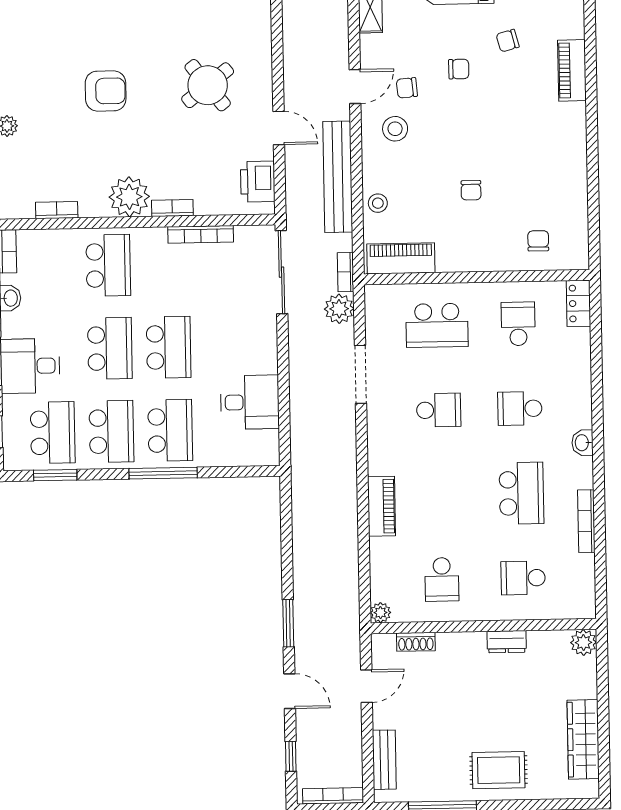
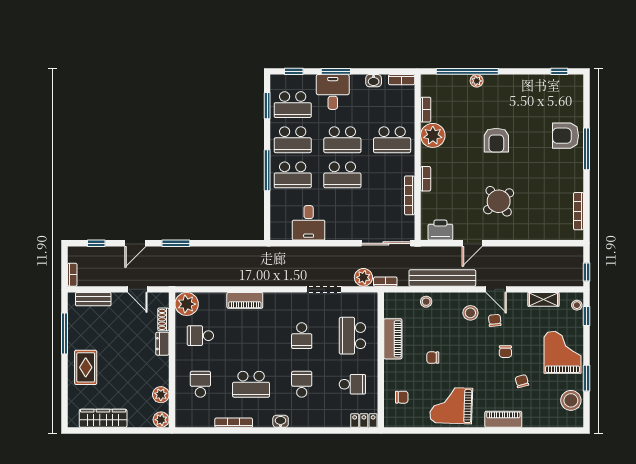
grand piano: (551, 158) -> (451, 405), added
plant: (129, 197) -> (433, 135), moved
piano: (401, 258) -> (393, 339), moved
plant: (381, 613) -> (187, 304), width x1.88, depth x1.88
dresser: (507, 642) -> (162, 344), moved
plant: (542, 644) -> (161, 395), added
bookcase: (333, 796) -> (72, 275), width x0.64

